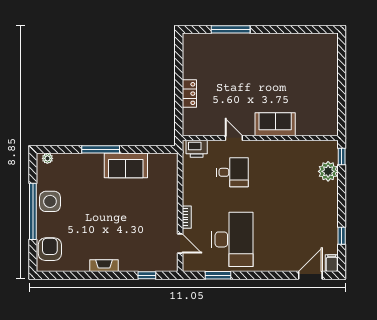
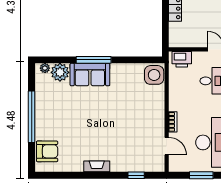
plant: (64, 163) -> (60, 72), added
sofa: (126, 165) -> (90, 75), moved
side table: (50, 201) -> (154, 75), moved
armchair: (50, 249) -> (47, 151), turned 90

